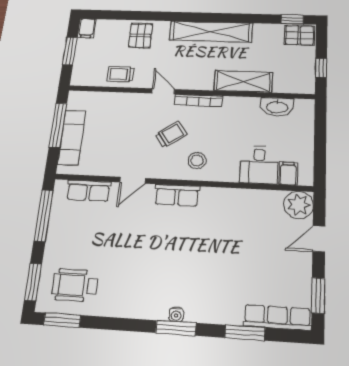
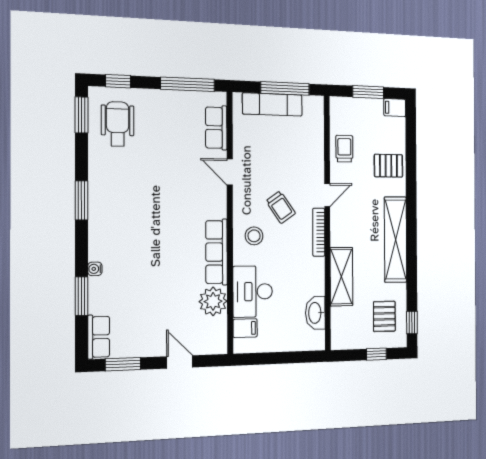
pallet: (299, 35) -> (384, 316), moved
window: (321, 68) -> (376, 354), moved
desk: (259, 165) -> (253, 292), width x1.37
row of seats: (177, 195) -> (217, 252), moved, width x1.48
plant: (299, 205) -> (213, 301), moved
window: (33, 282) -> (118, 81), width x0.67
water cooler: (176, 315) -> (95, 269), moved
row of seats: (277, 317) -> (99, 337), width x0.68
window: (176, 328) -> (81, 200), moved

